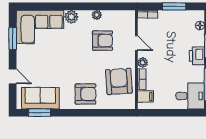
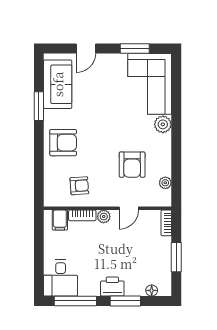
plant: (97, 15) -> (165, 183), moved
armchair: (119, 81) -> (79, 186), width x0.53, depth x0.53
armchair: (85, 94) -> (63, 143), turned -90
window: (40, 113) -> (39, 106), moved

